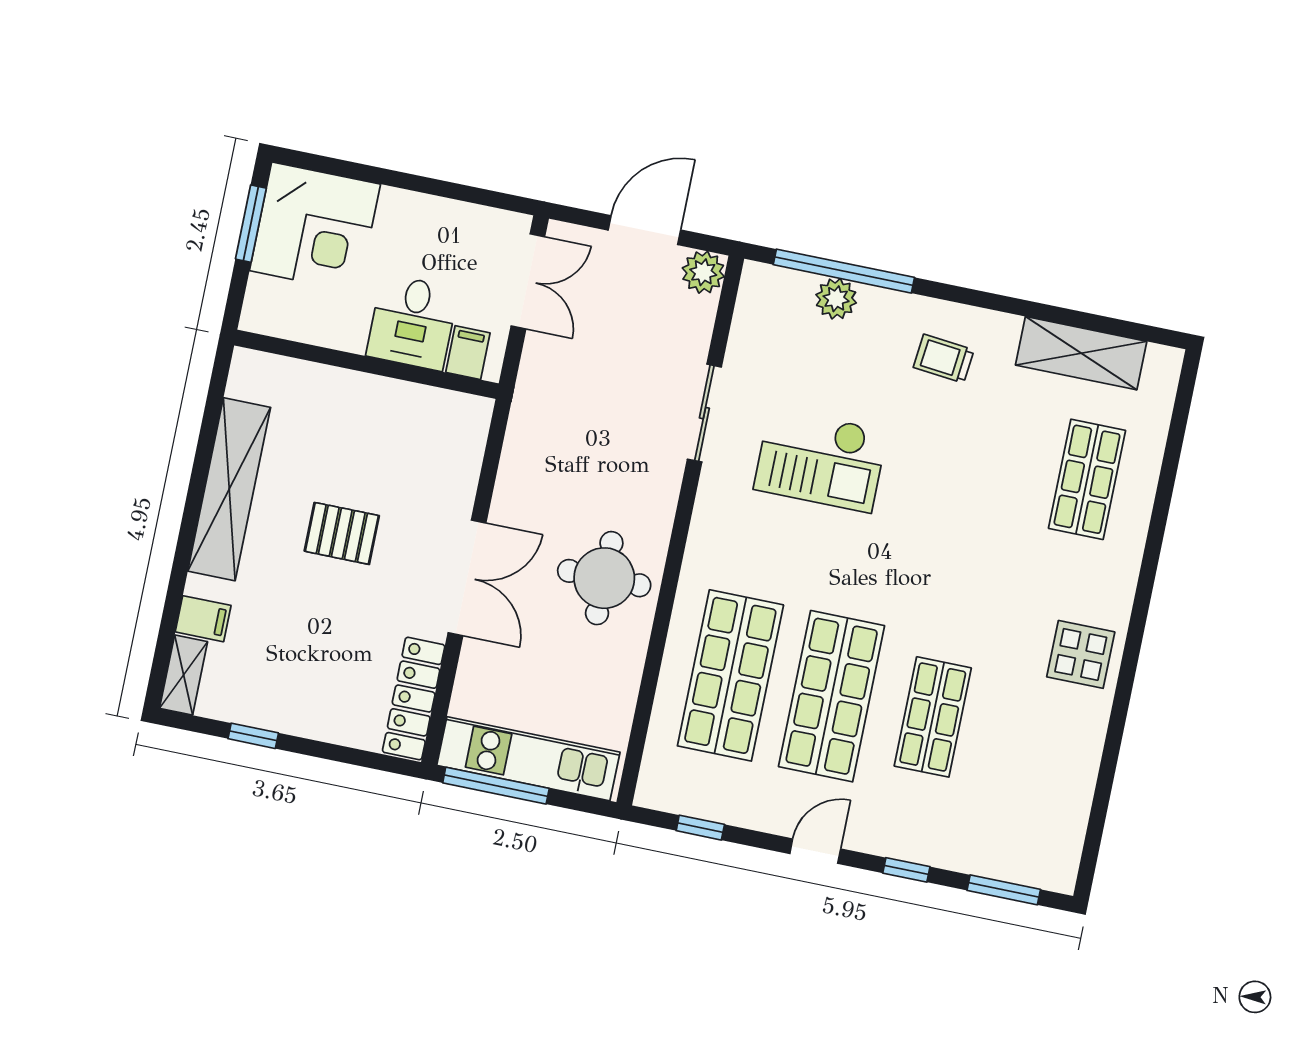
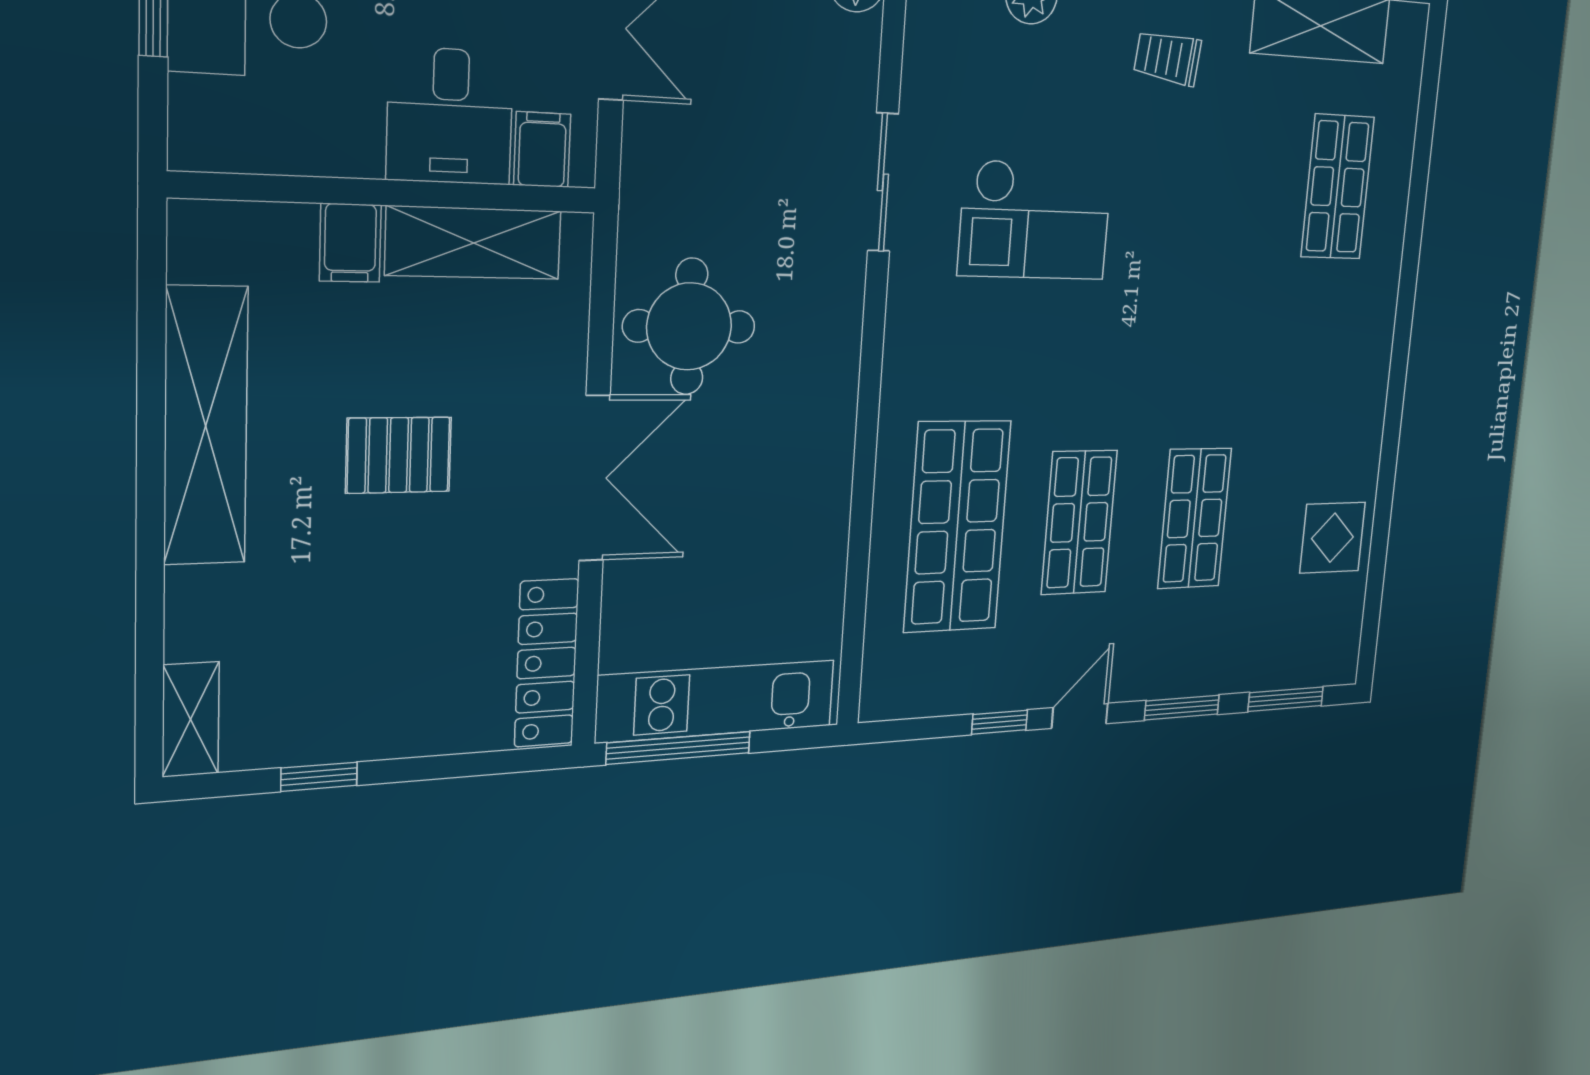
shelving: (414, 405) -> (474, 243), added
round table: (604, 578) -> (689, 326), moved
filing cabinet: (203, 619) -> (350, 243), moved, turned 90
display table: (1081, 654) -> (1333, 538), moved
shop shelf: (832, 696) -> (1079, 522), width x0.70, depth x0.74
window: (700, 828) -> (1000, 722), moved
window: (906, 870) -> (1182, 707), width x1.50

